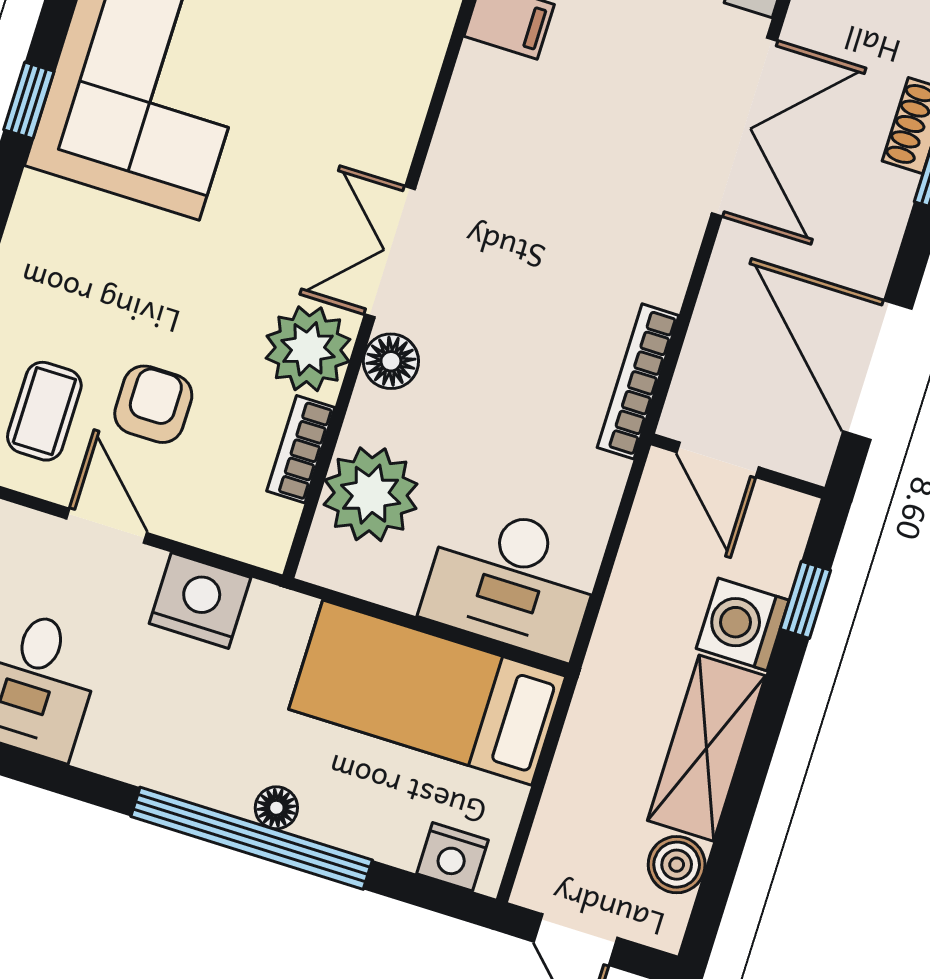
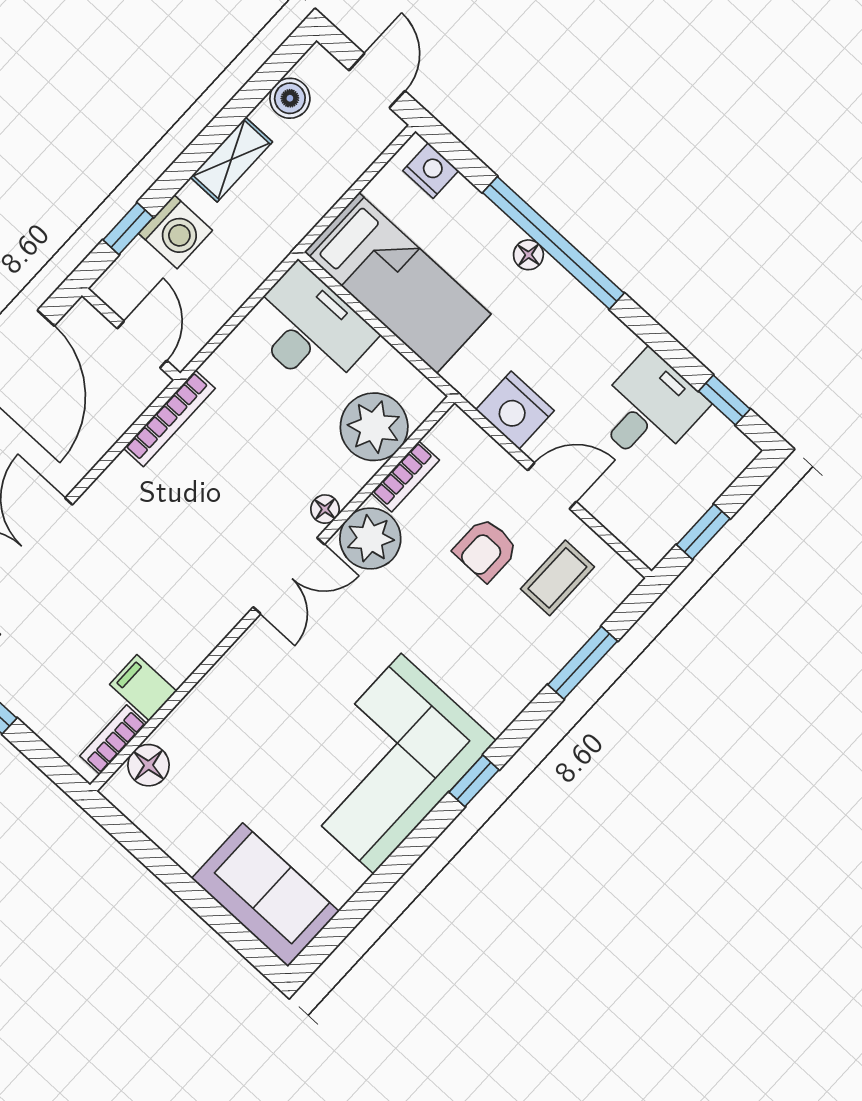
floor lamp: (391, 361) -> (325, 509), width x0.73, depth x0.73
door: (107, 526) -> (552, 486), swing flipped
shelving: (706, 748) -> (231, 160), width x0.67, depth x0.75

